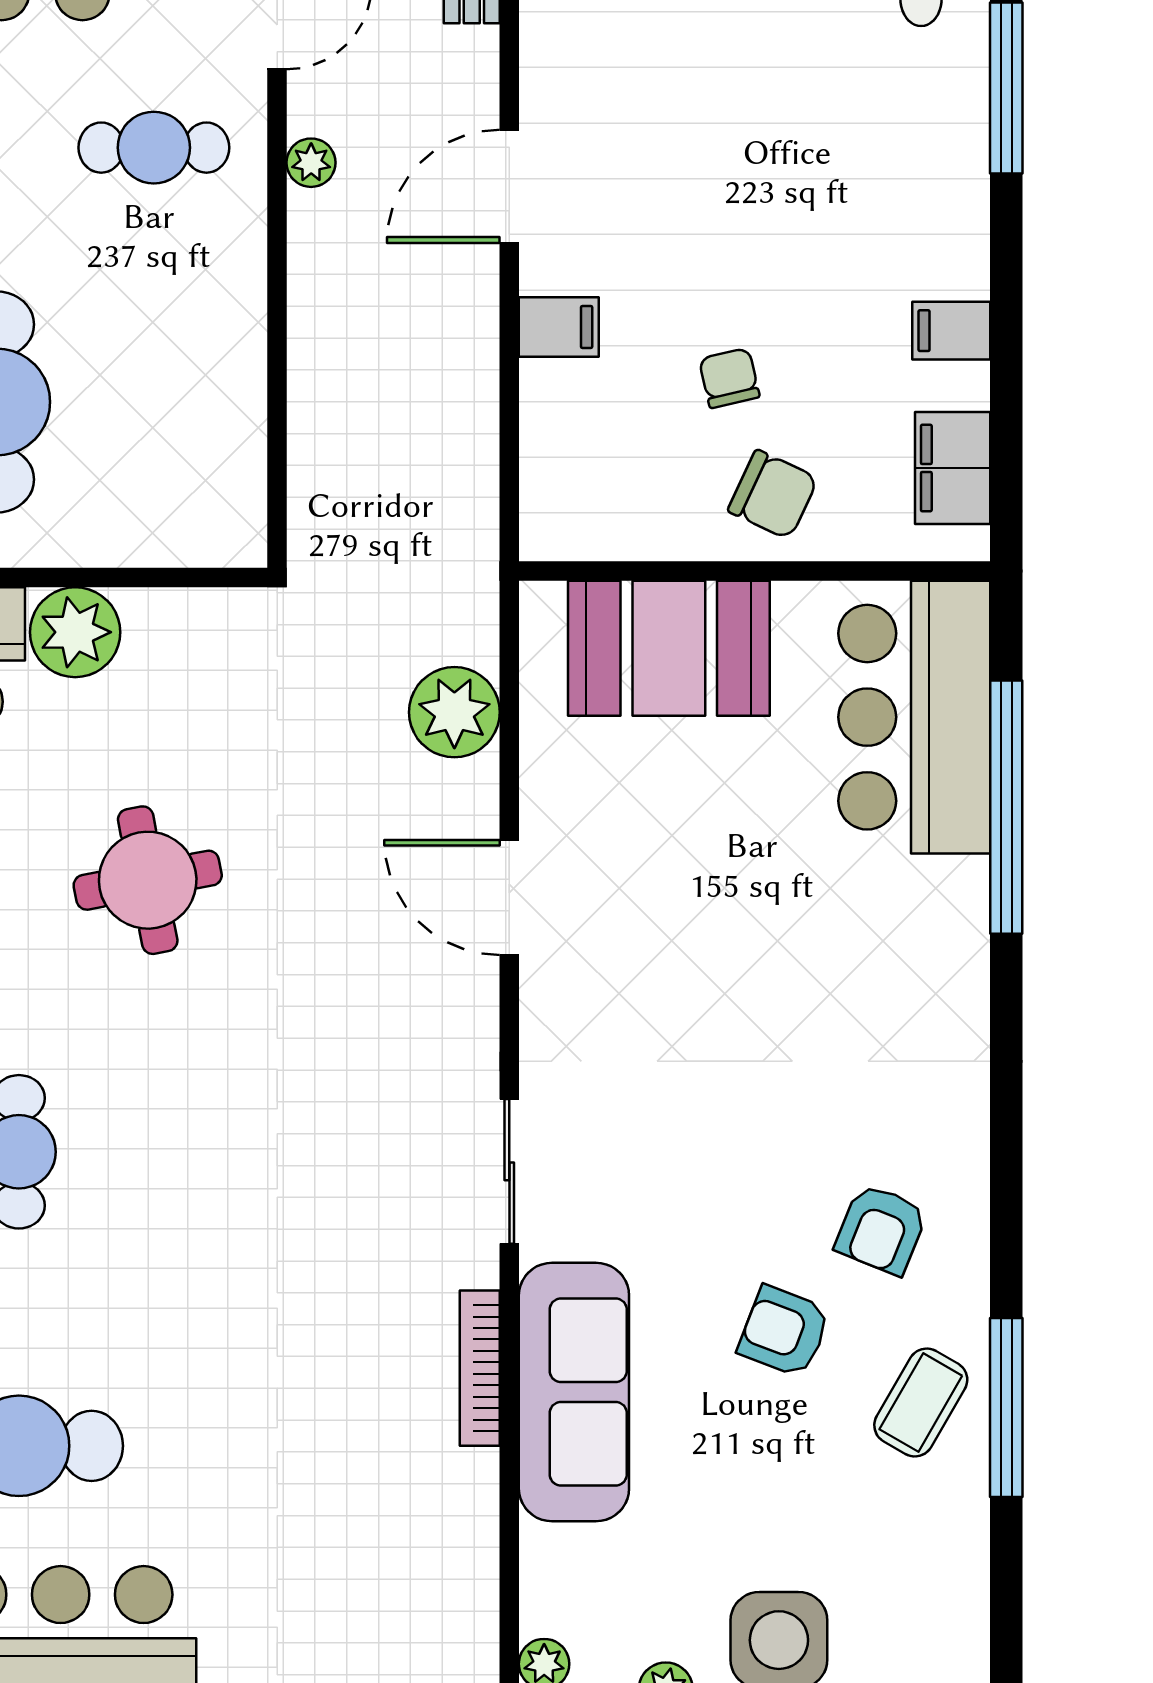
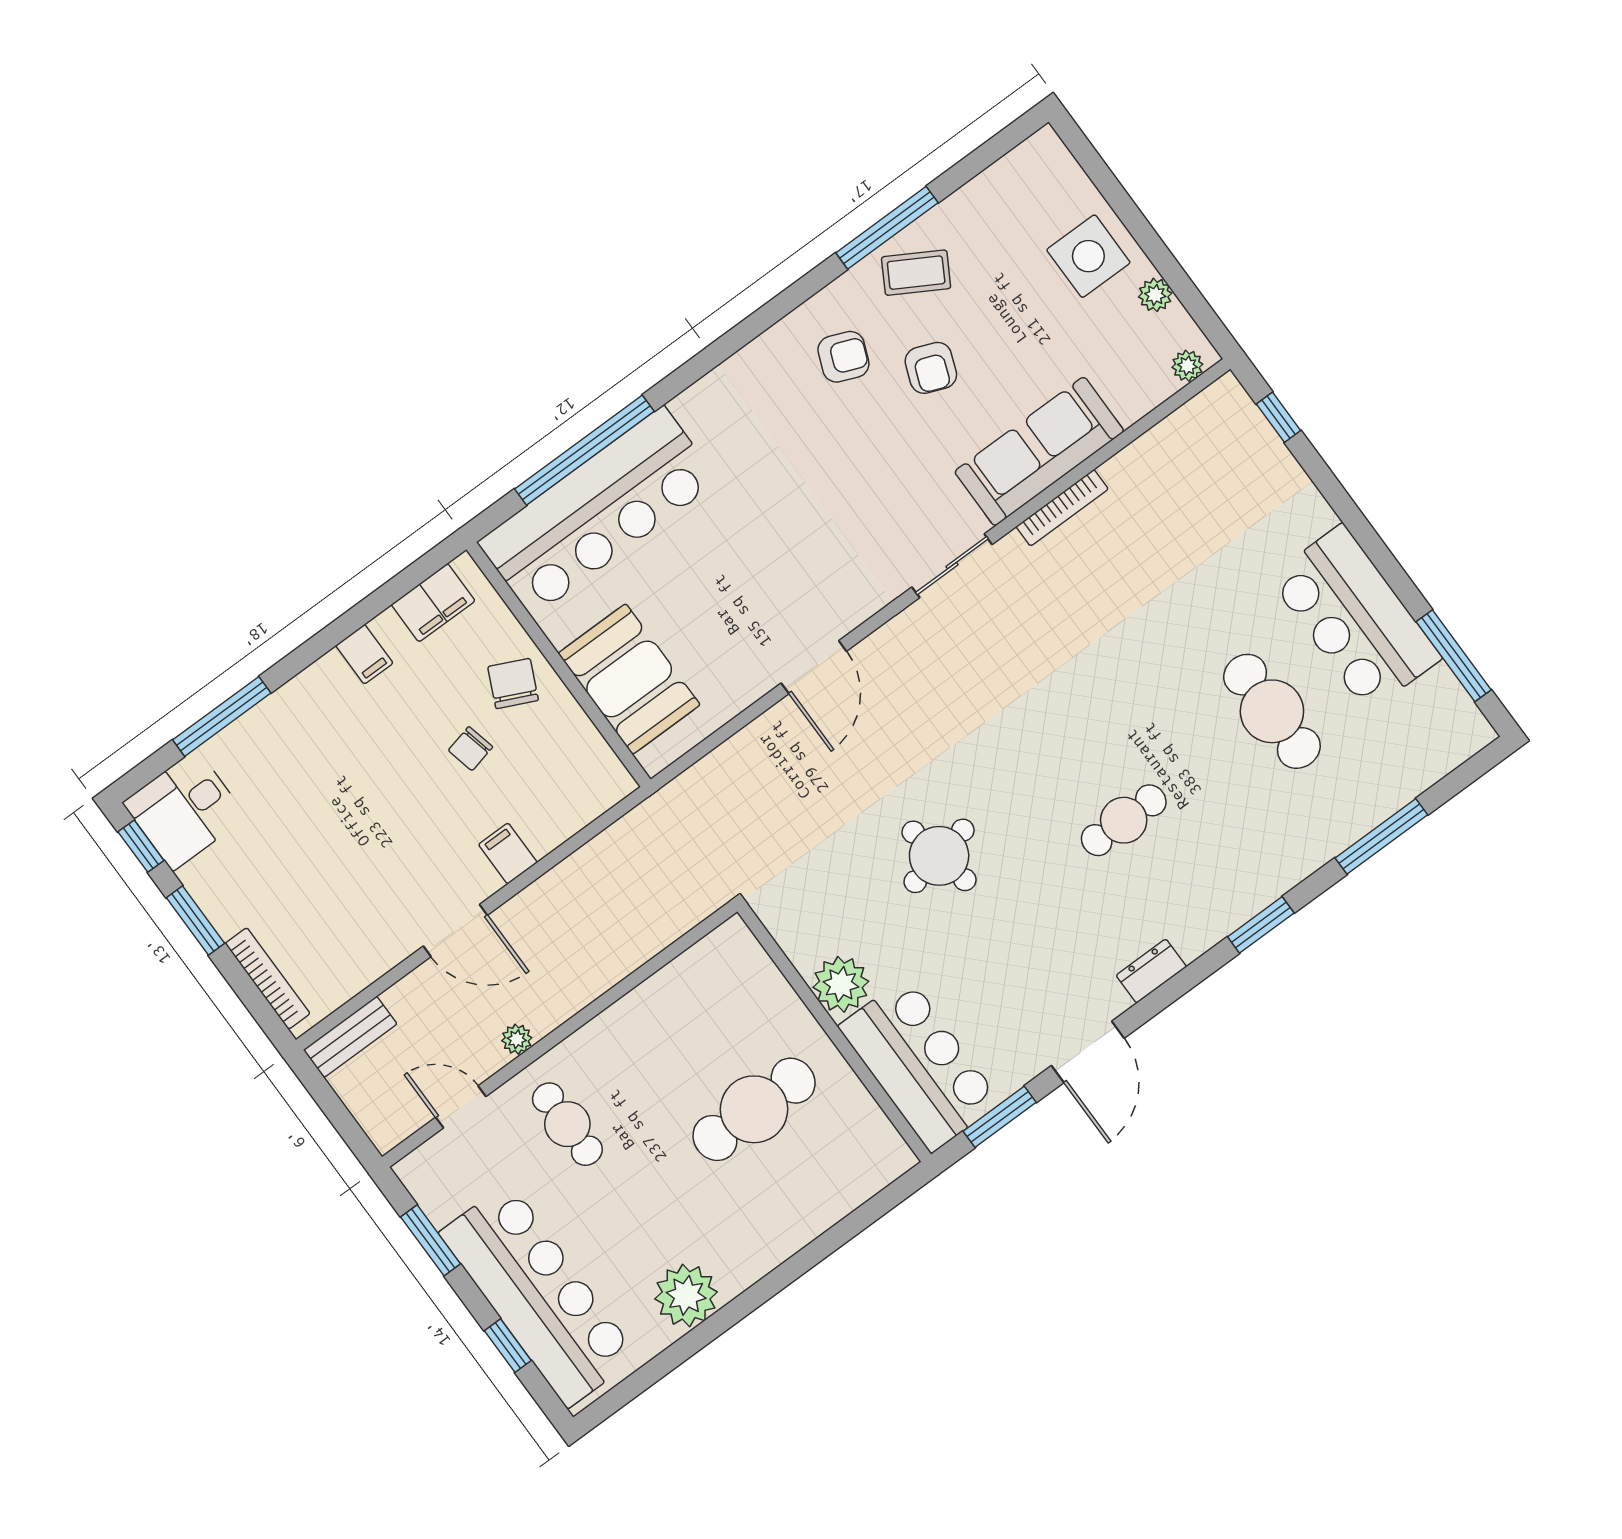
plant: (454, 712) -> (741, 763), removed
bar counter: (914, 717) -> (598, 511), width x1.36

